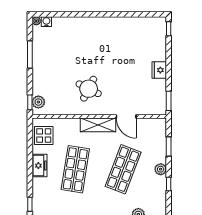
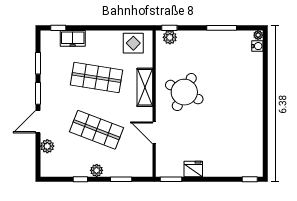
fridge: (159, 70) -> (193, 169), moved
round table: (89, 89) -> (184, 92), width x1.36, depth x1.36
door: (126, 116) -> (154, 133), hinge flipped
shelving: (98, 125) -> (145, 87), moved
freezer: (39, 166) -> (73, 38), moved

